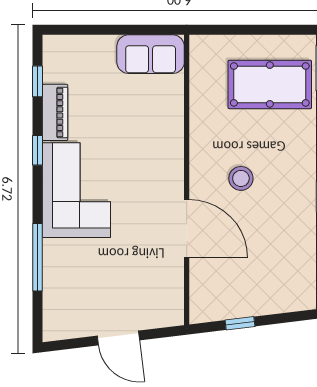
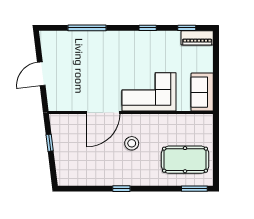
pool table: (270, 84) -> (185, 160), turned 90
piano: (55, 112) -> (197, 38), moved
corner sofa: (76, 190) -> (149, 92), moved, turned 180

